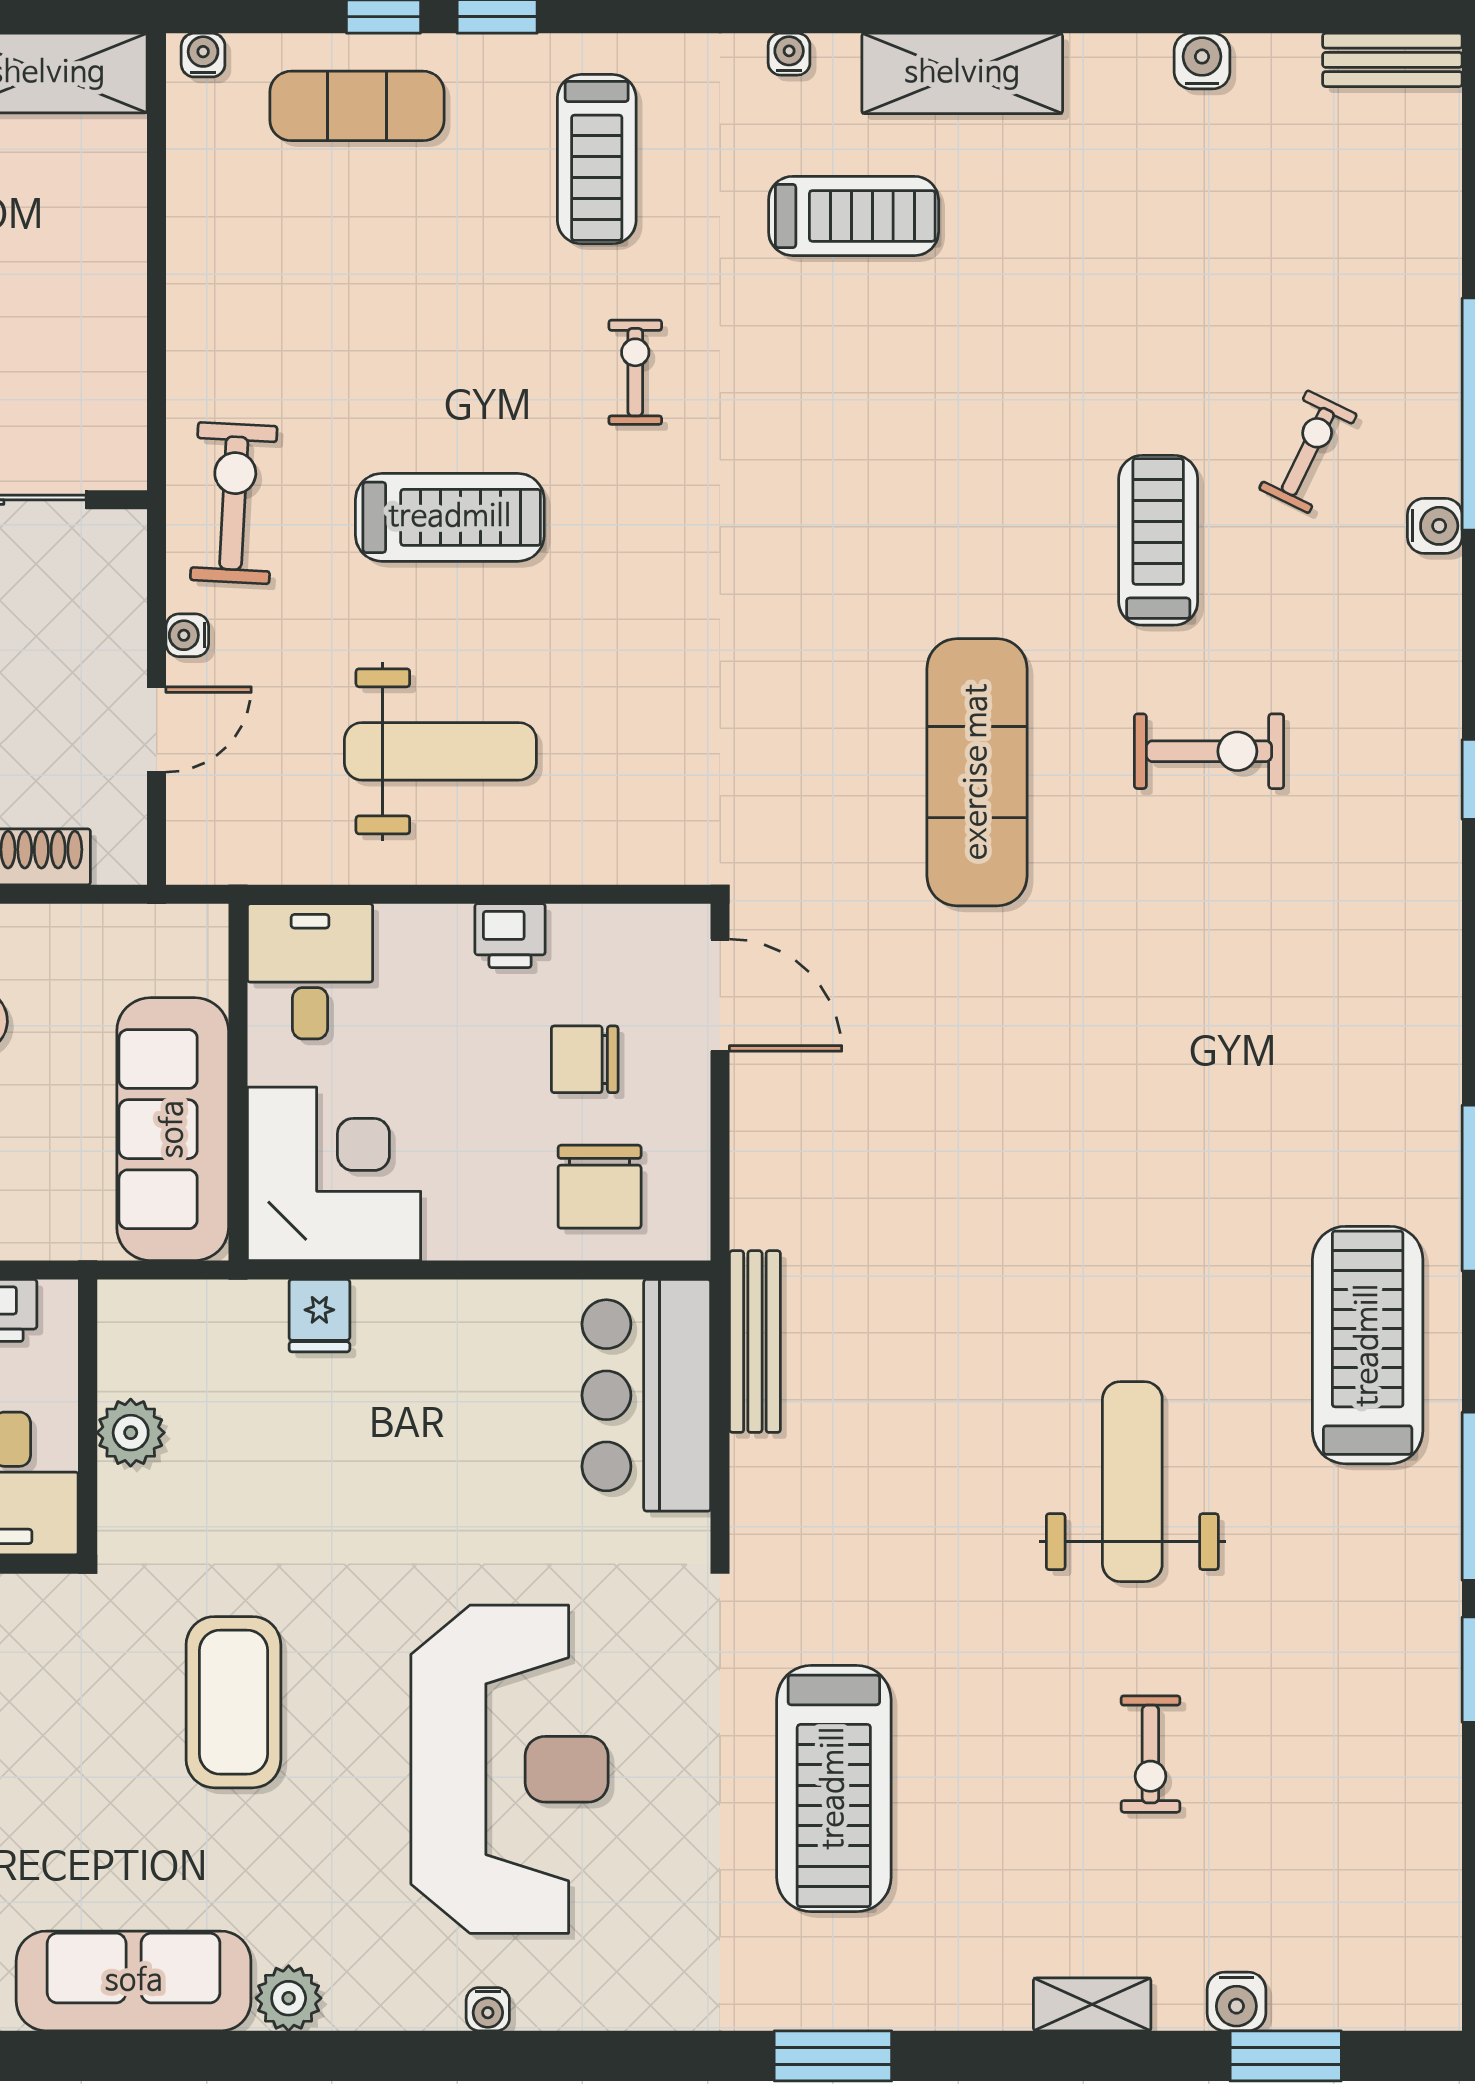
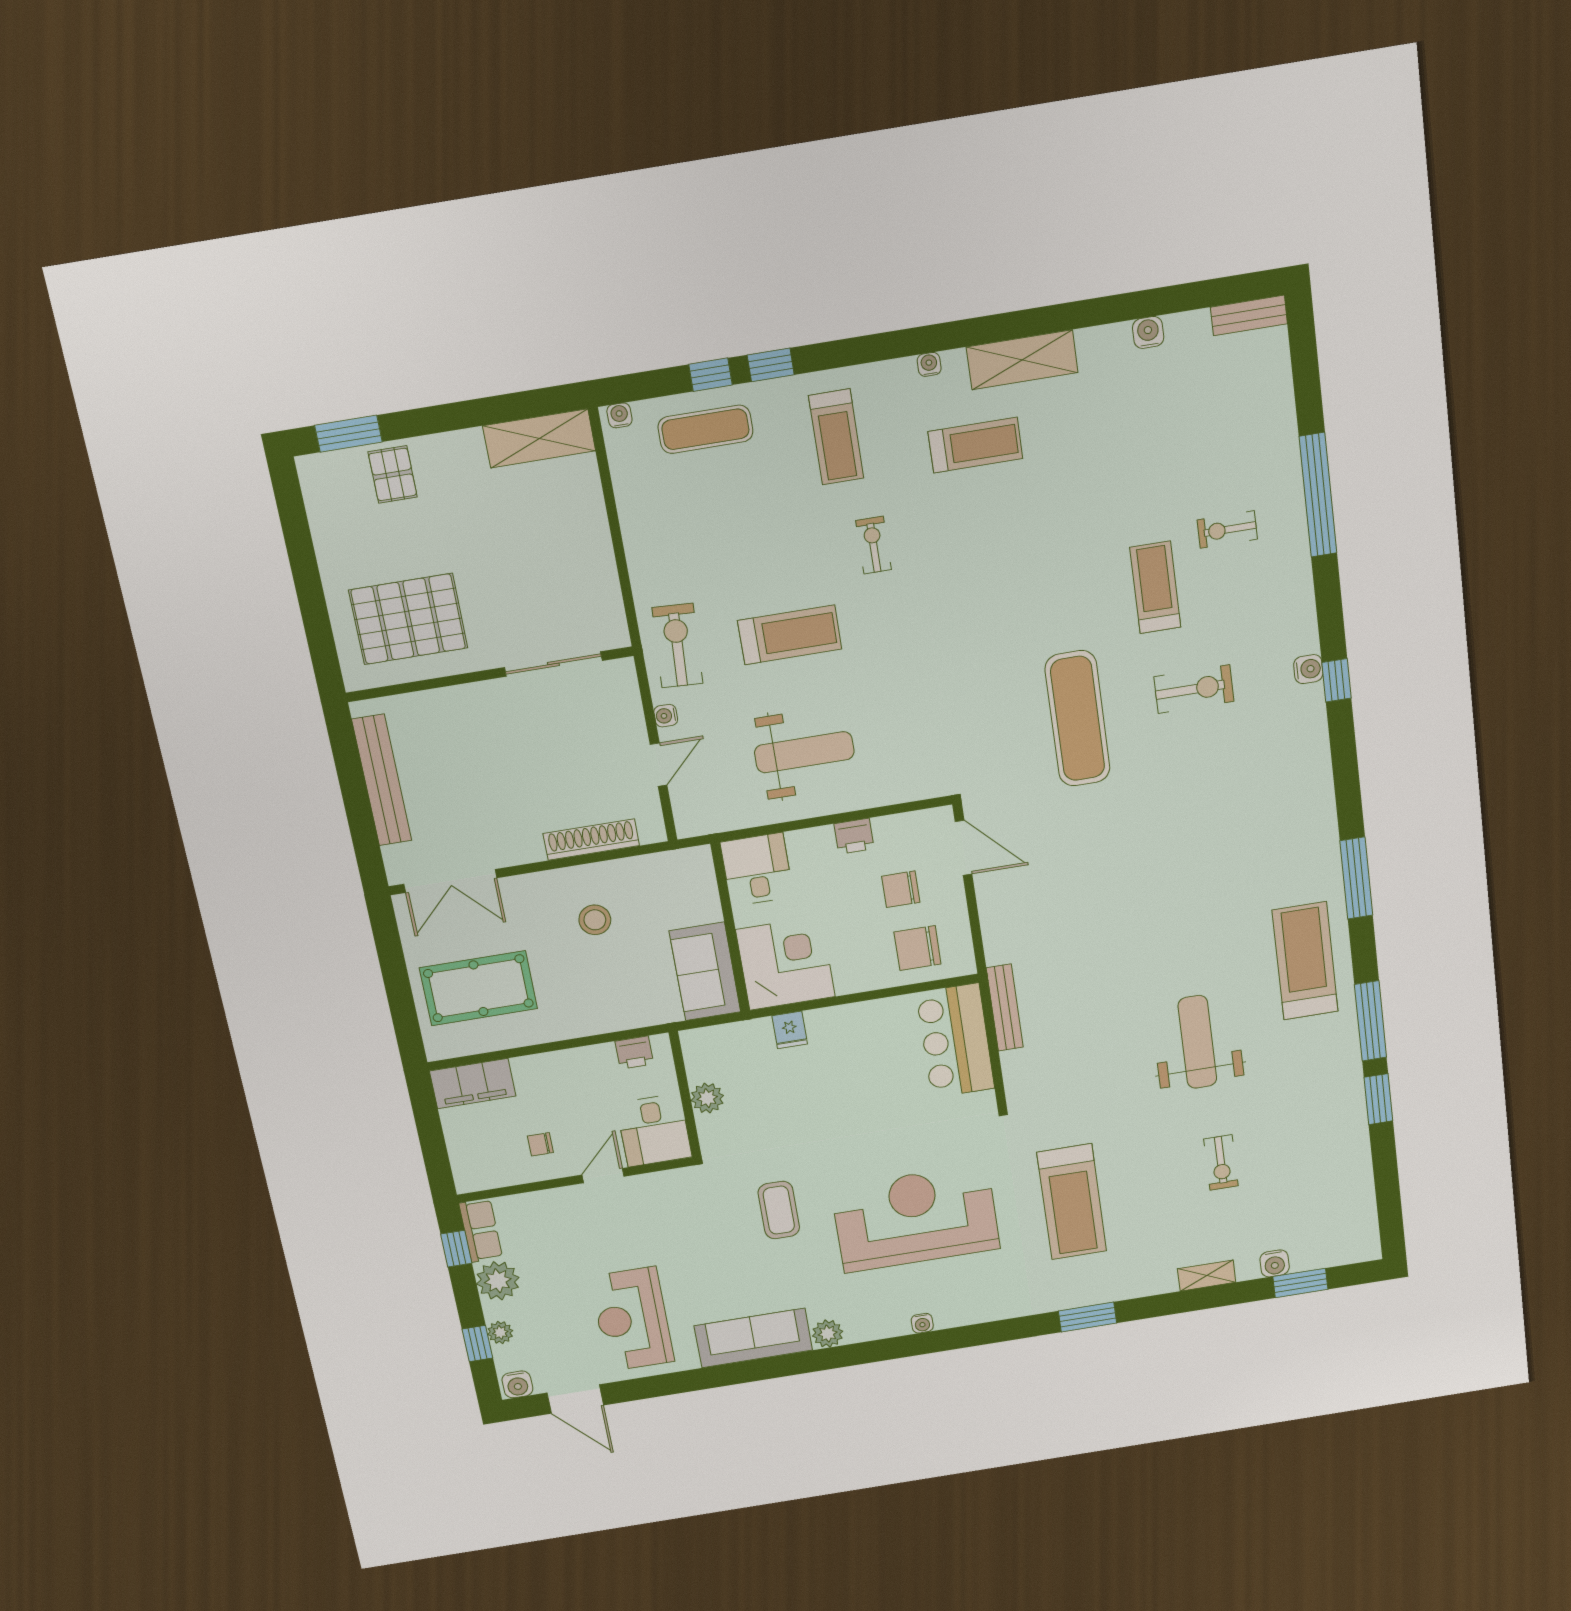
exercise bike: (1308, 452) -> (1227, 530), turned -116
water cooler: (1435, 526) -> (1308, 669), moved
sofa: (173, 1129) -> (705, 971), width x0.73
chair: (600, 1187) -> (918, 948), turned 90
coffee table: (233, 1702) -> (779, 1210), width x0.73, depth x0.76
reception desk: (509, 1769) -> (916, 1218), turned -90

